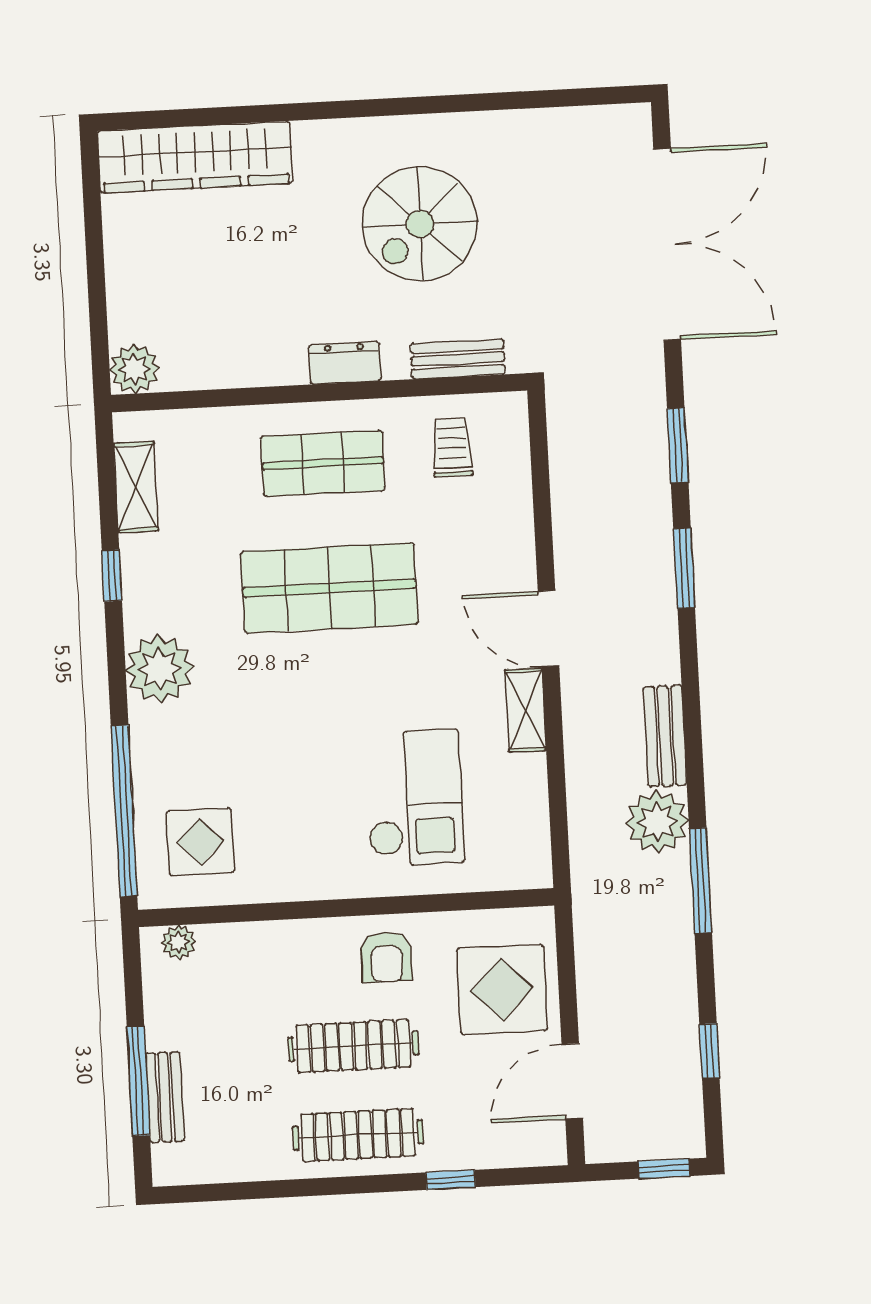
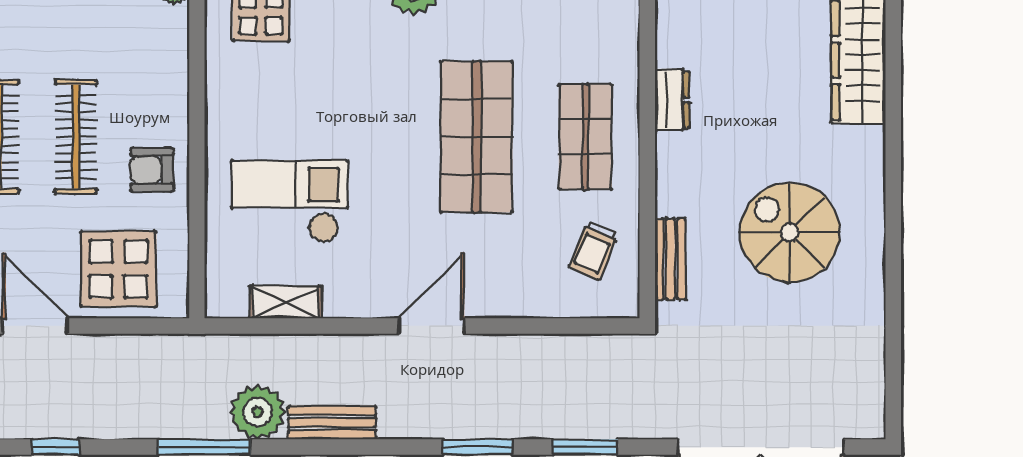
dresser: (345, 363) -> (672, 100), moved
trolley: (452, 447) -> (594, 250), turned 113
shelving: (525, 710) -> (286, 302), moved
checkout: (414, 798) -> (290, 201), turned 180

